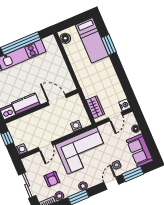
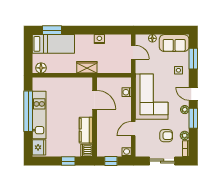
window: (109, 45) -> (52, 30), moved
door: (57, 100) -> (95, 100), swing flipped
nightstand: (125, 105) -> (99, 39), moved
wardrobe: (95, 107) -> (87, 67), moved
door: (45, 146) -> (133, 129), swing flipped
door: (111, 183) -> (193, 94), moved

